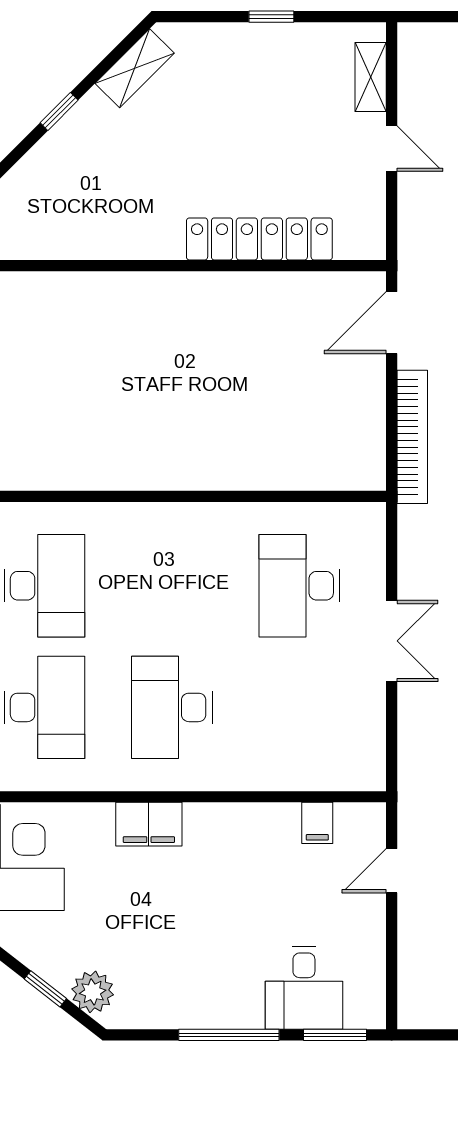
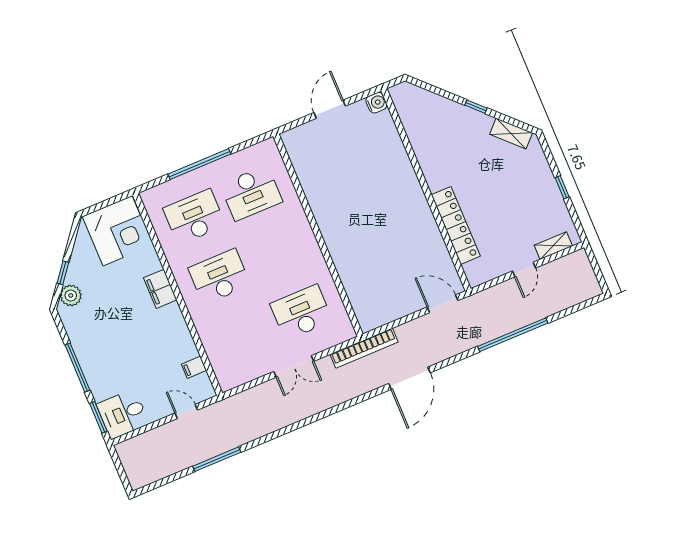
bookcase: (412, 437) -> (364, 348), moved
desk: (44, 707) -> (194, 217), turned 180
desk: (304, 988) -> (123, 414), moved

